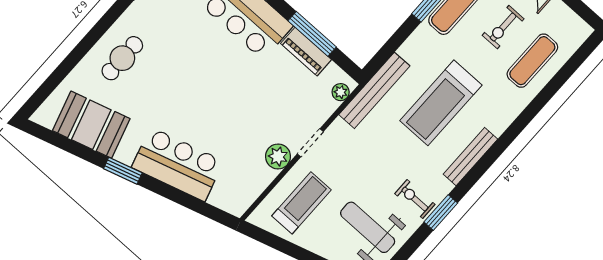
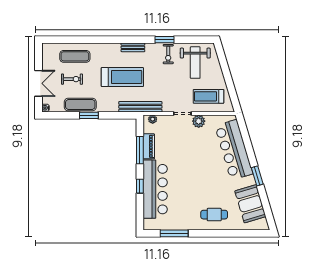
bench: (470, 157) -> (133, 47), width x0.73
bar counter: (178, 164) -> (234, 150), width x1.36

